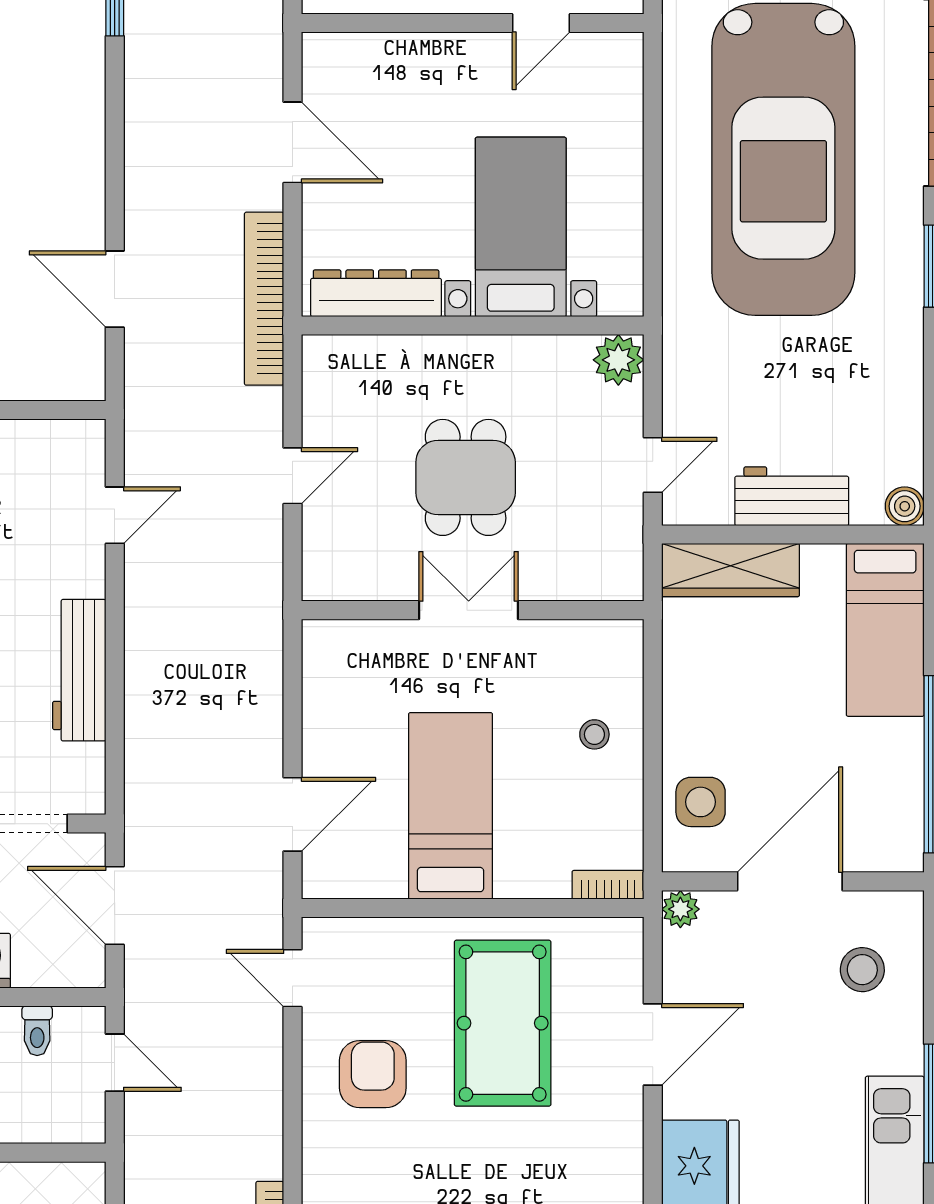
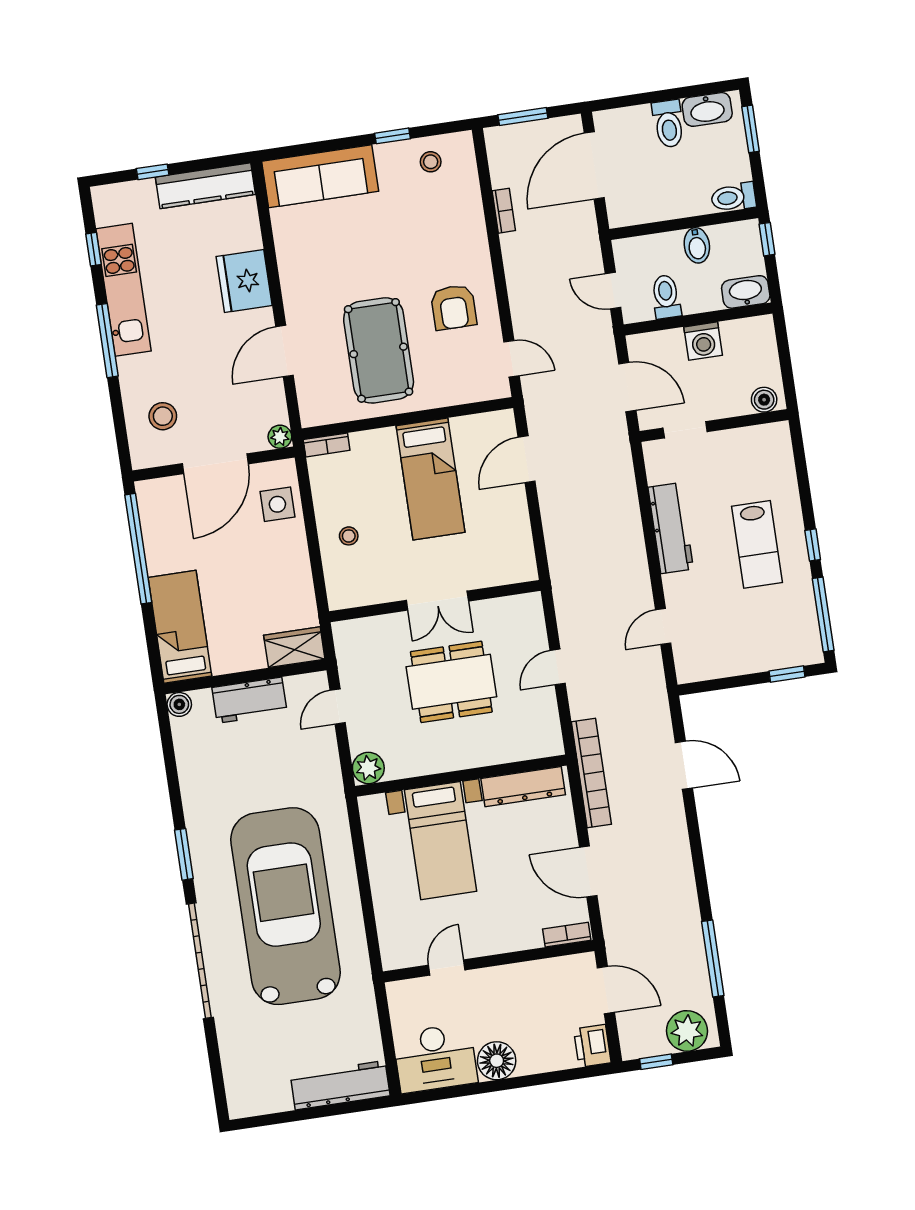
bookcase: (342, 47) -> (567, 935), added
dining table: (466, 477) -> (451, 682), width x1.37
wardrobe: (731, 570) -> (294, 647), width x0.67
toilet: (37, 1031) -> (666, 297), width x1.37, depth x1.39

